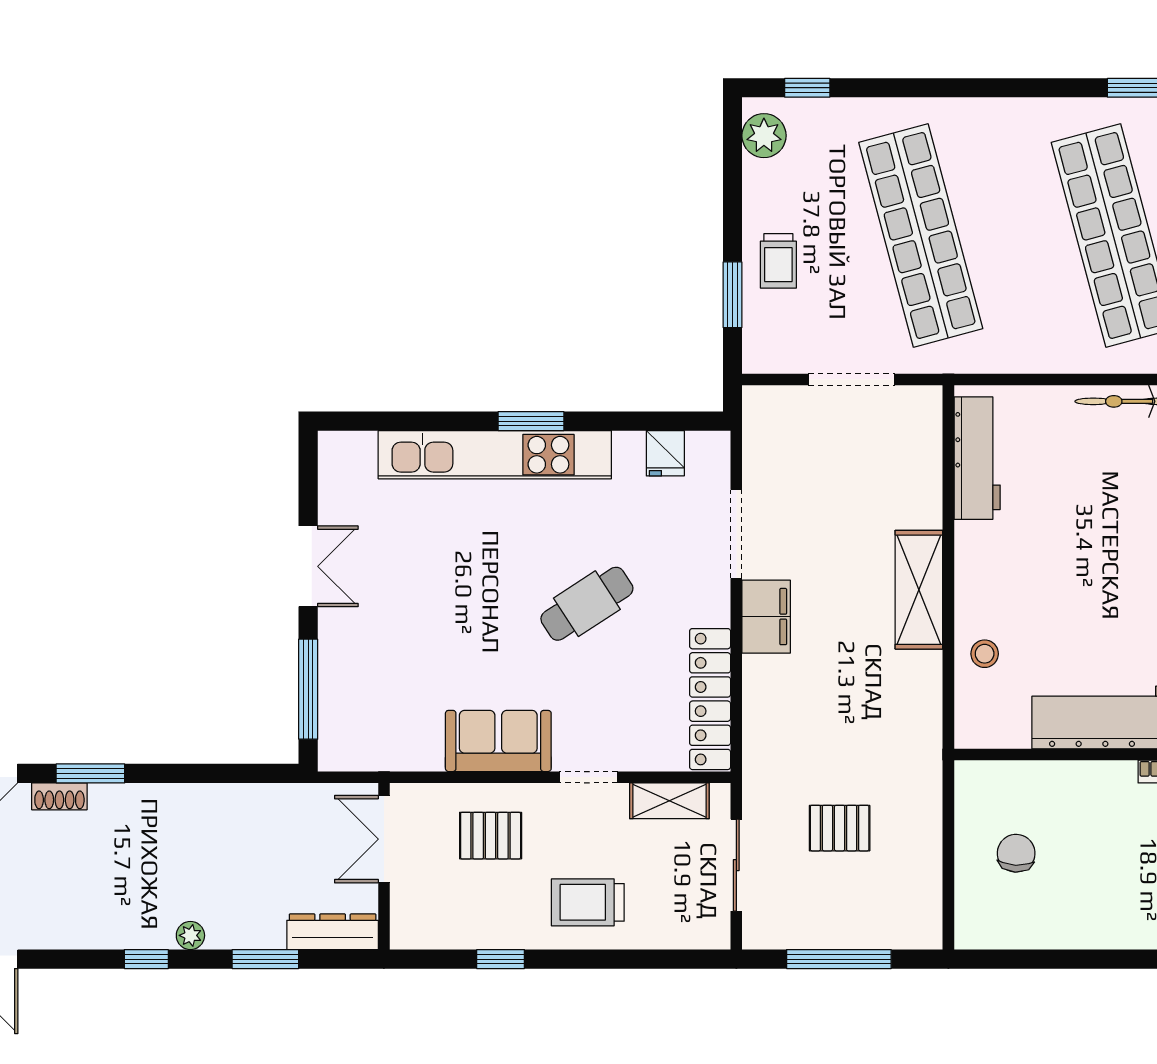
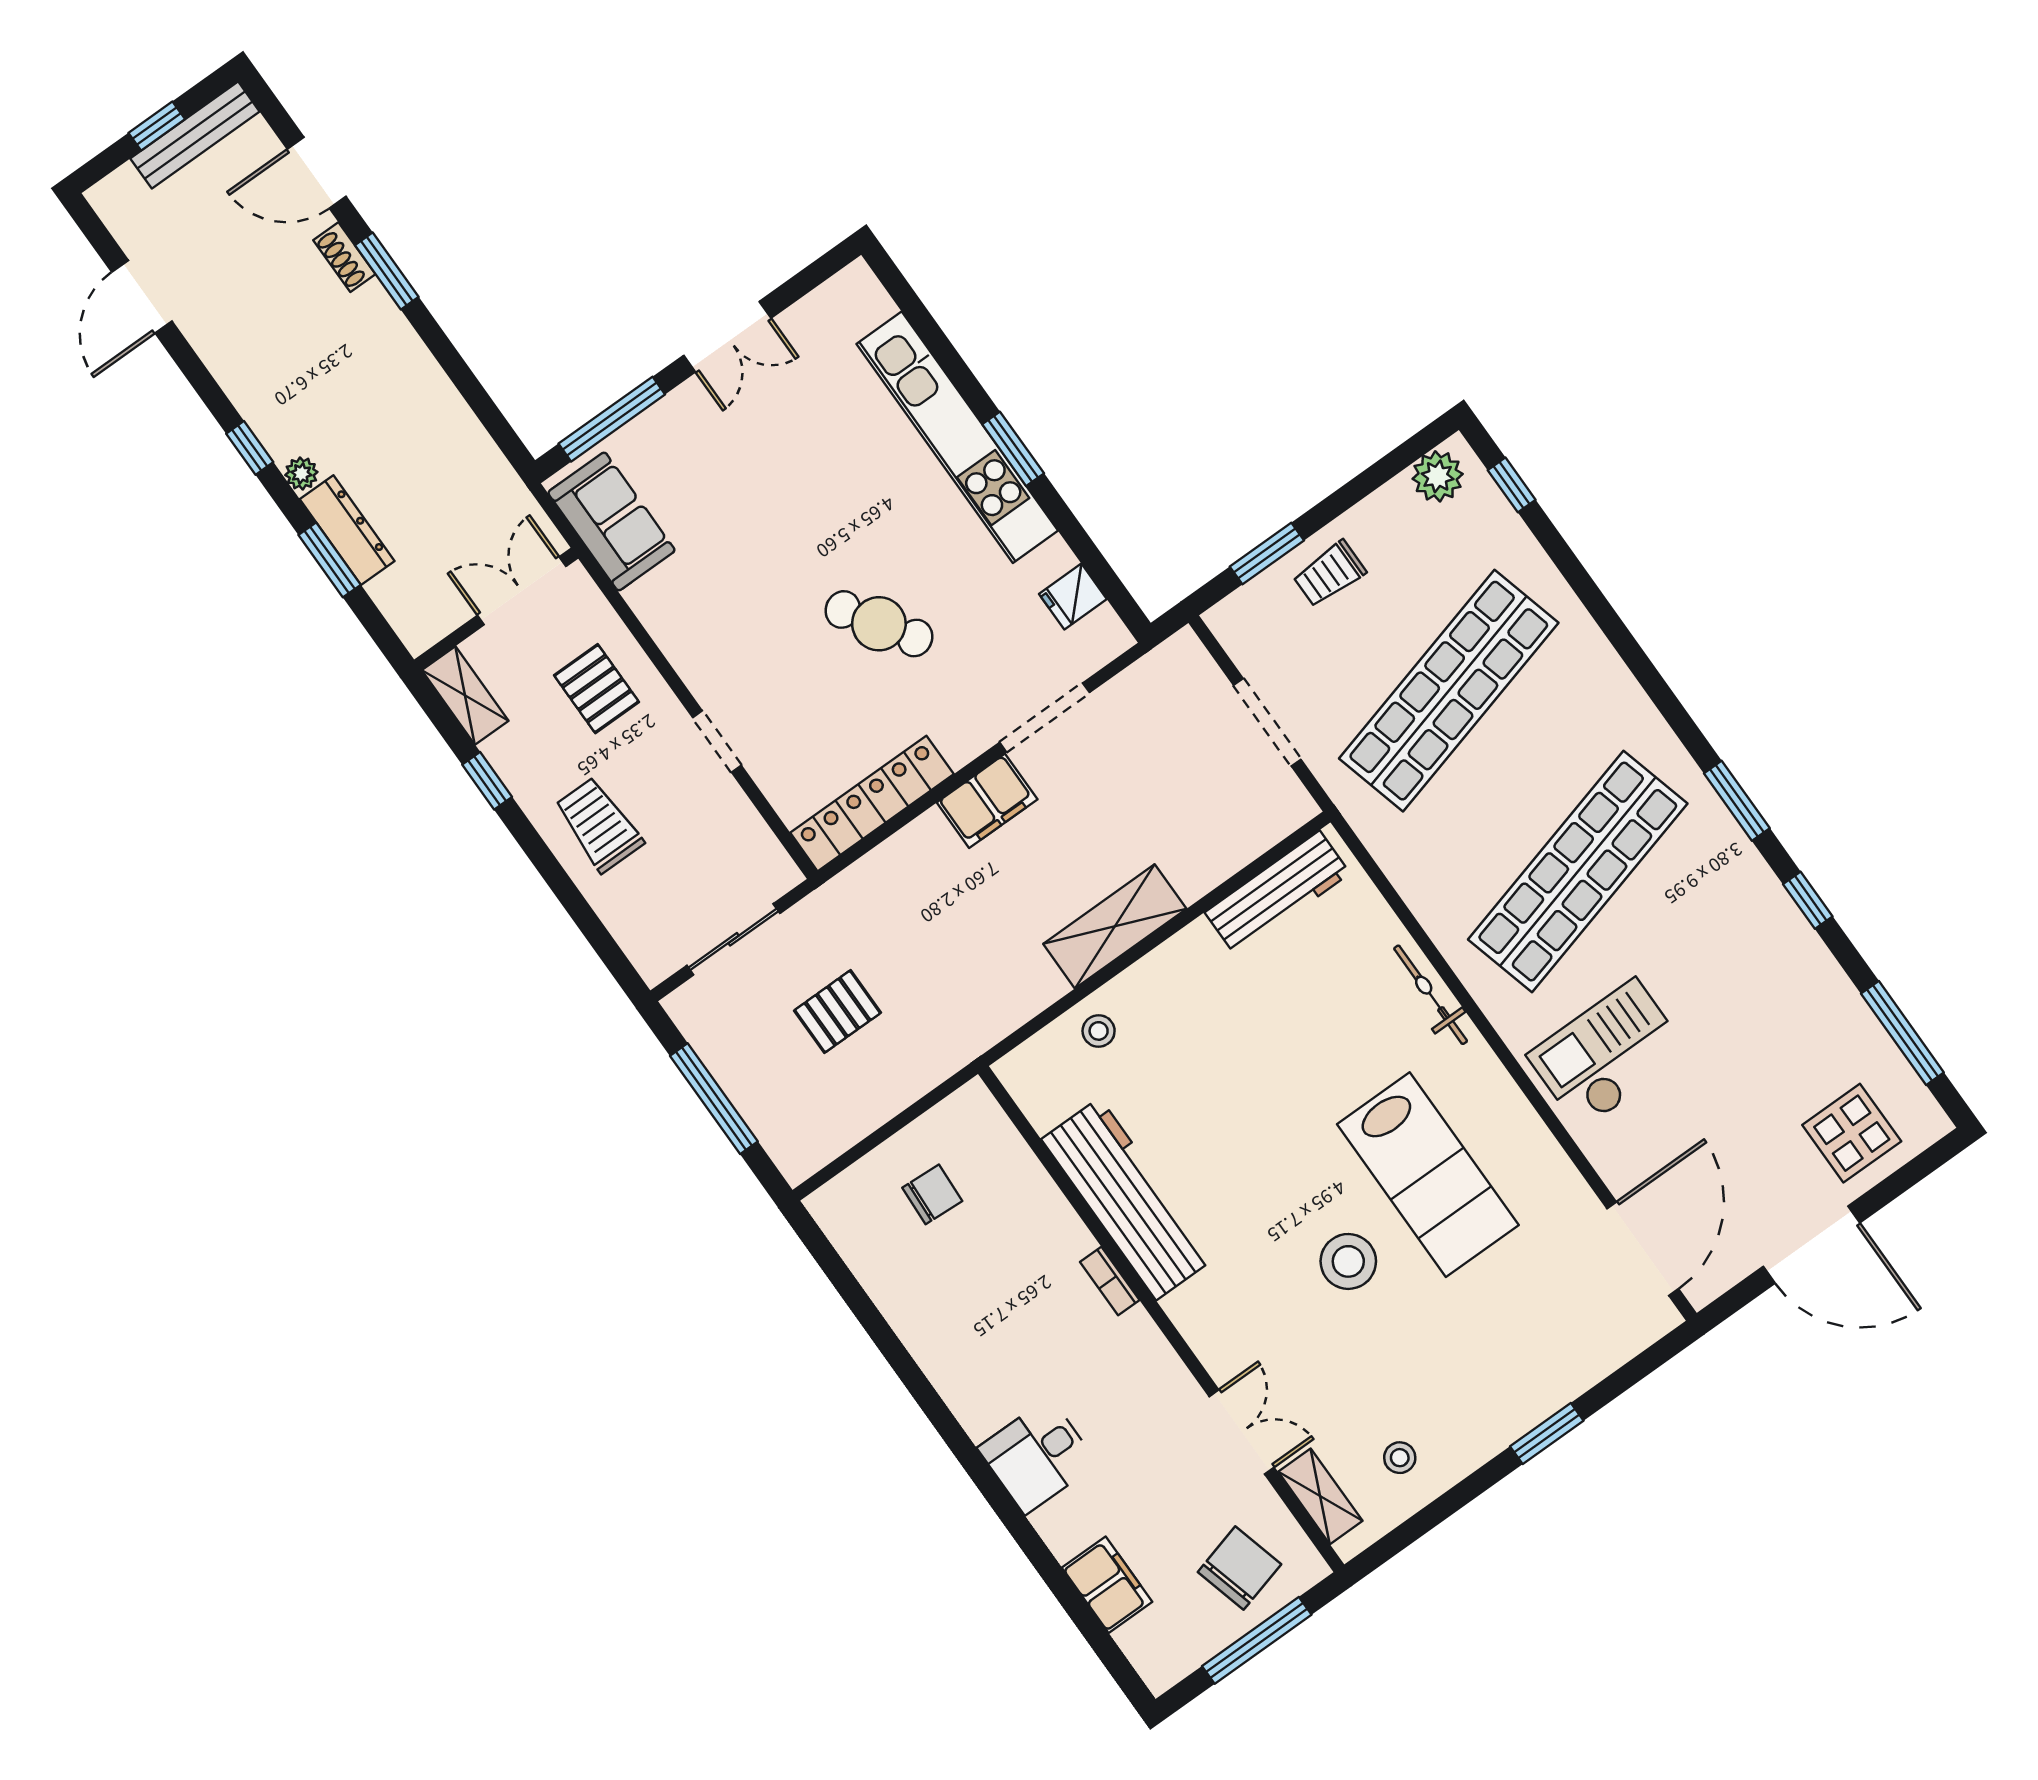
sofa: (498, 741) -> (611, 522), moved
shelving: (669, 801) -> (465, 696), moved
pallet: (840, 828) -> (837, 1012), turned 90
dresser: (333, 932) -> (347, 530), moved

